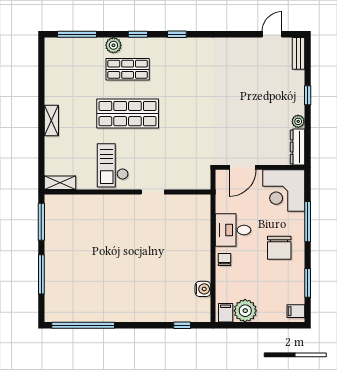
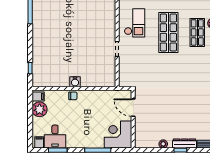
dresser: (297, 147) -> (185, 144), moved
checkout: (113, 165) -> (134, 23), turned 90
desk: (233, 230) -> (55, 137), moved, turned 180
chair: (279, 248) -> (81, 132), removed
water cooler: (203, 289) -> (75, 82), moved

